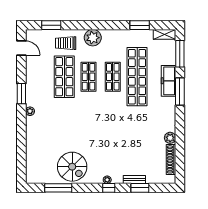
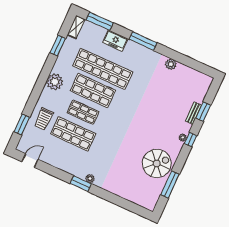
plant: (93, 38) -> (55, 82), moved
shop shelf: (113, 77) -> (93, 91), width x1.43, depth x1.36
freezer: (169, 81) -> (115, 41), width x0.71
window: (180, 91) -> (143, 41), moved
window: (21, 94) -> (81, 184), moved
shoe rack: (171, 159) -> (191, 72), removed

